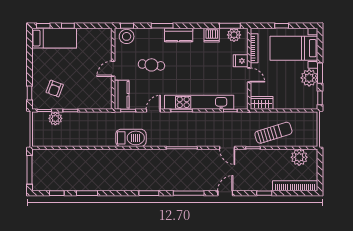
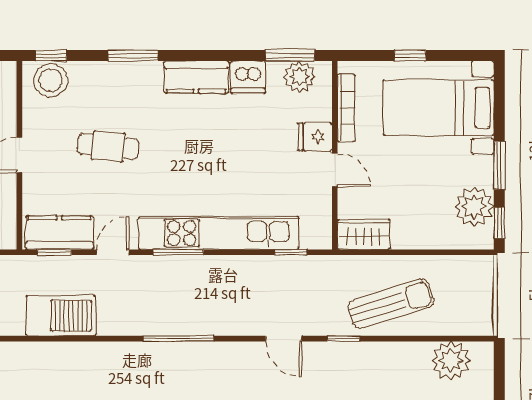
kitchen counter: (179, 35) -> (196, 77), moved
plant: (309, 78) -> (474, 207), moved
kitchen counter: (122, 95) -> (59, 233), moved, turned -90

